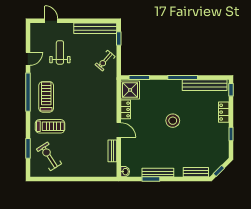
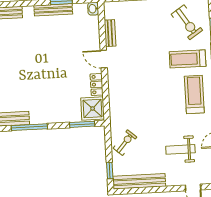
weight bench: (60, 52) -> (180, 149), turned 90
treadmill: (46, 97) -> (194, 95), turned 180
stool: (173, 121) -> (39, 74), removed

